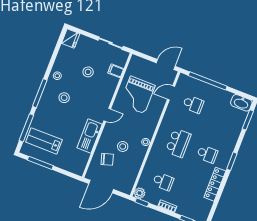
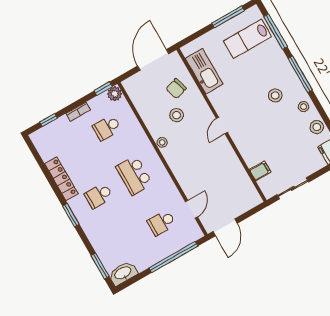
stool: (88, 72) -> (317, 127), moved
grand piano: (137, 95) -> (217, 173), removed
kitchen sink: (90, 136) -> (204, 71), moved
lab bench: (44, 141) -> (247, 39), turned 180

